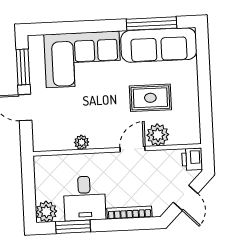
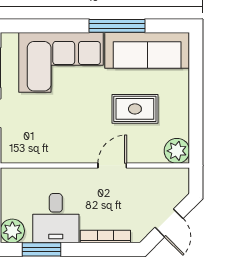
window: (152, 24) -> (117, 26), moved
plant: (158, 135) -> (177, 151), moved
plant: (82, 142) -> (56, 155), removed
printer: (192, 159) -> (178, 180), removed

